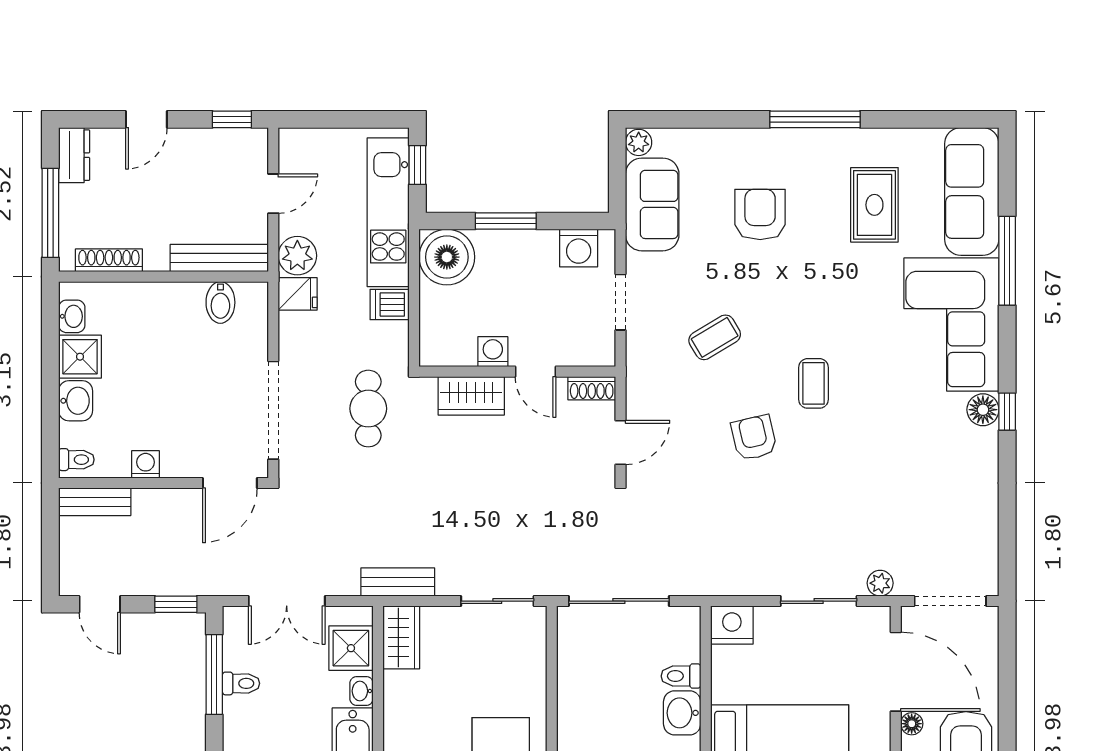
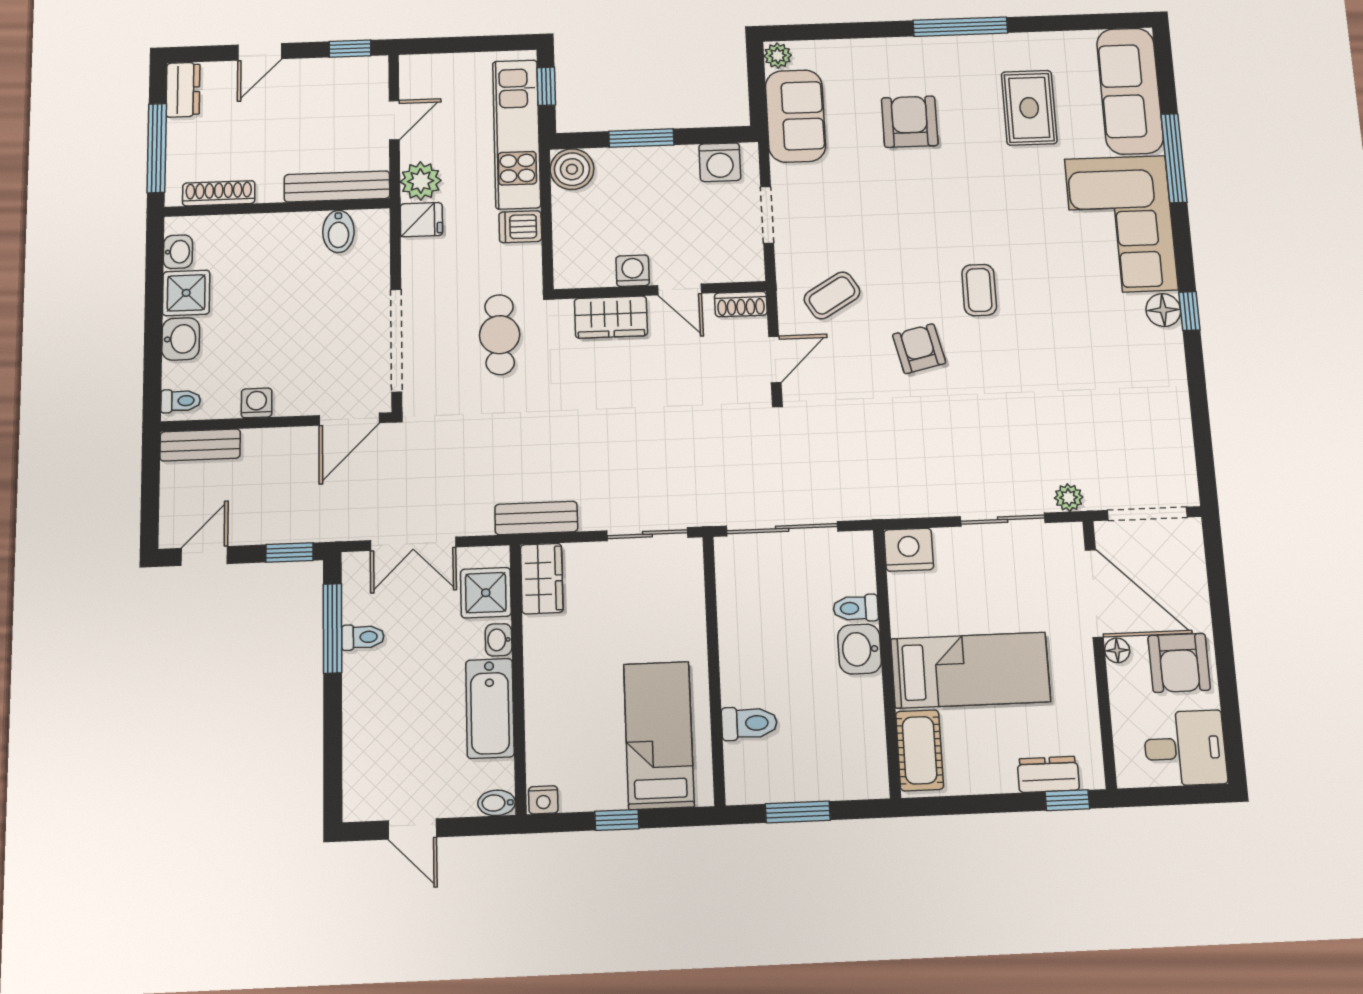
boiler: (447, 257) -> (572, 169), width x0.73, depth x0.73
coffee table: (715, 337) -> (832, 295), moved
door: (100, 604) -> (204, 556), swing flipped

